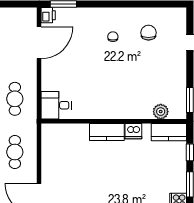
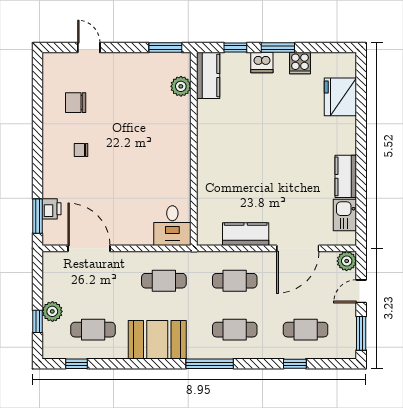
printer: (48, 15) -> (51, 209), moved, turned 90
dishwasher: (133, 131) -> (262, 62), moved, turned 90
kitchen counter: (107, 132) -> (246, 234), moved, turned -90

